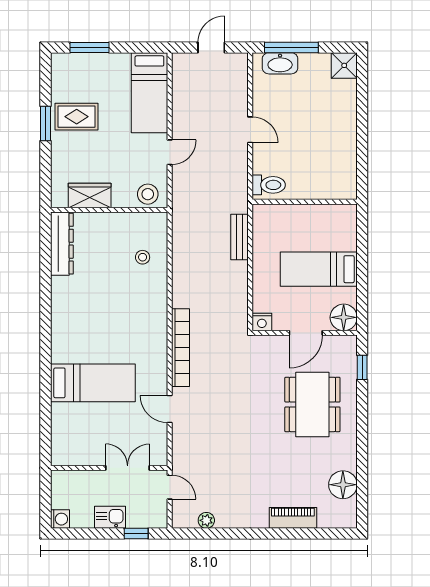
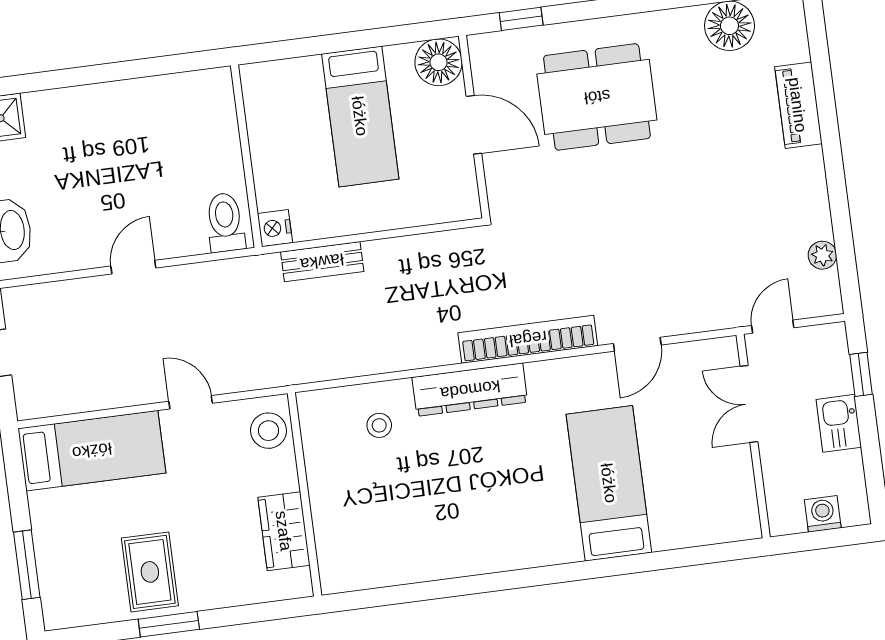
dresser: (62, 244) -> (470, 390), moved, turned 180
nightstand: (262, 322) -> (275, 228), moved, turned 180
washing machine: (60, 519) -> (823, 514), moved

